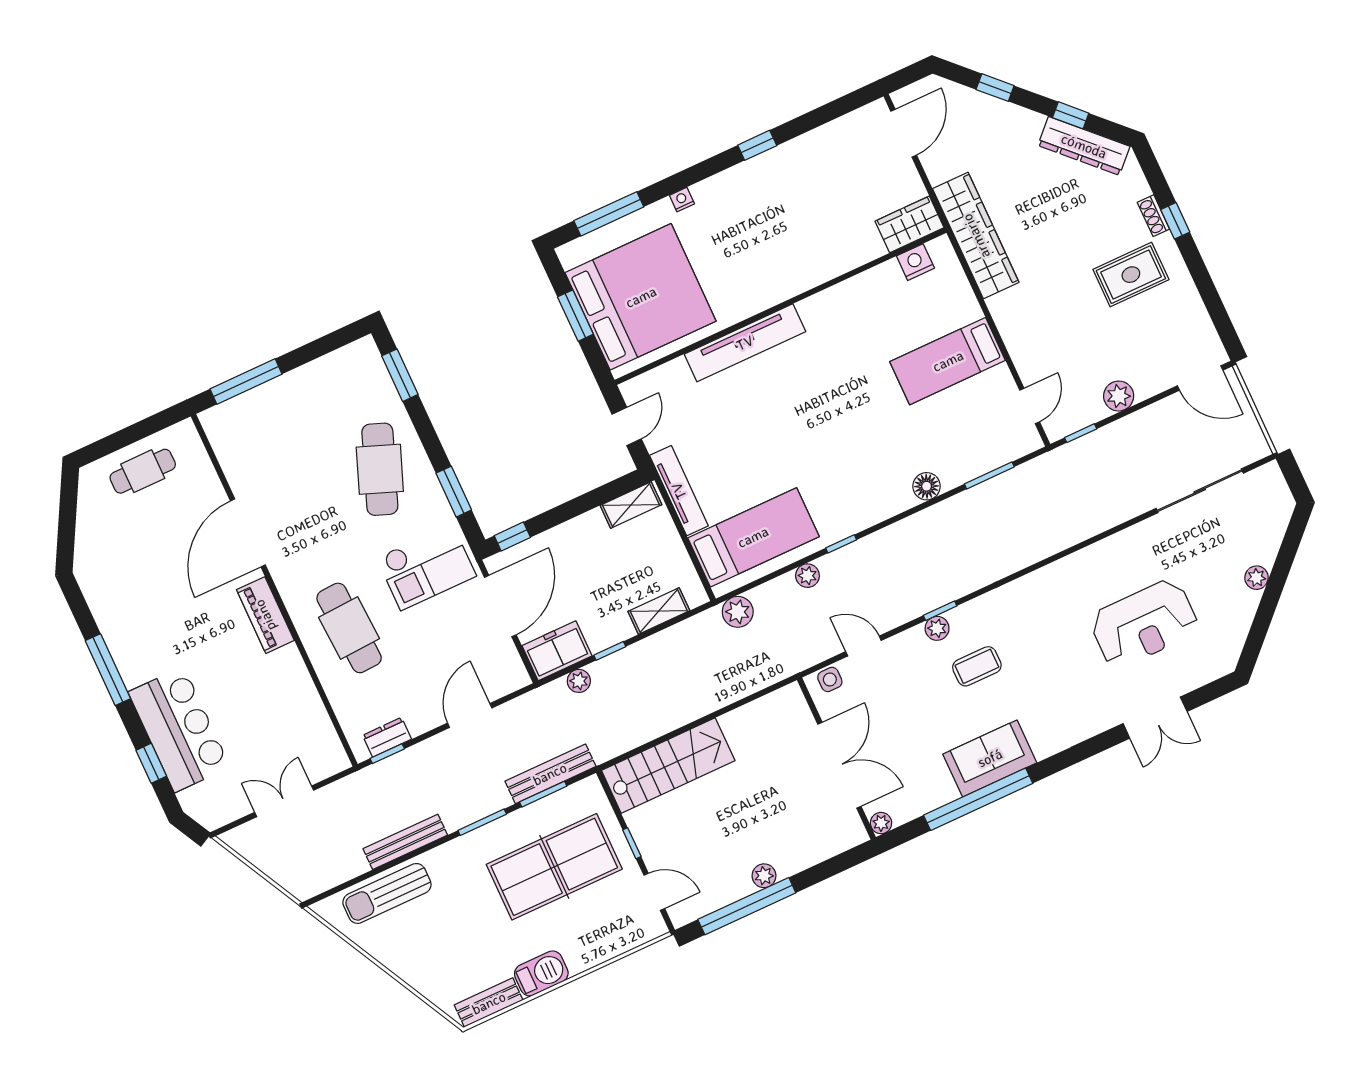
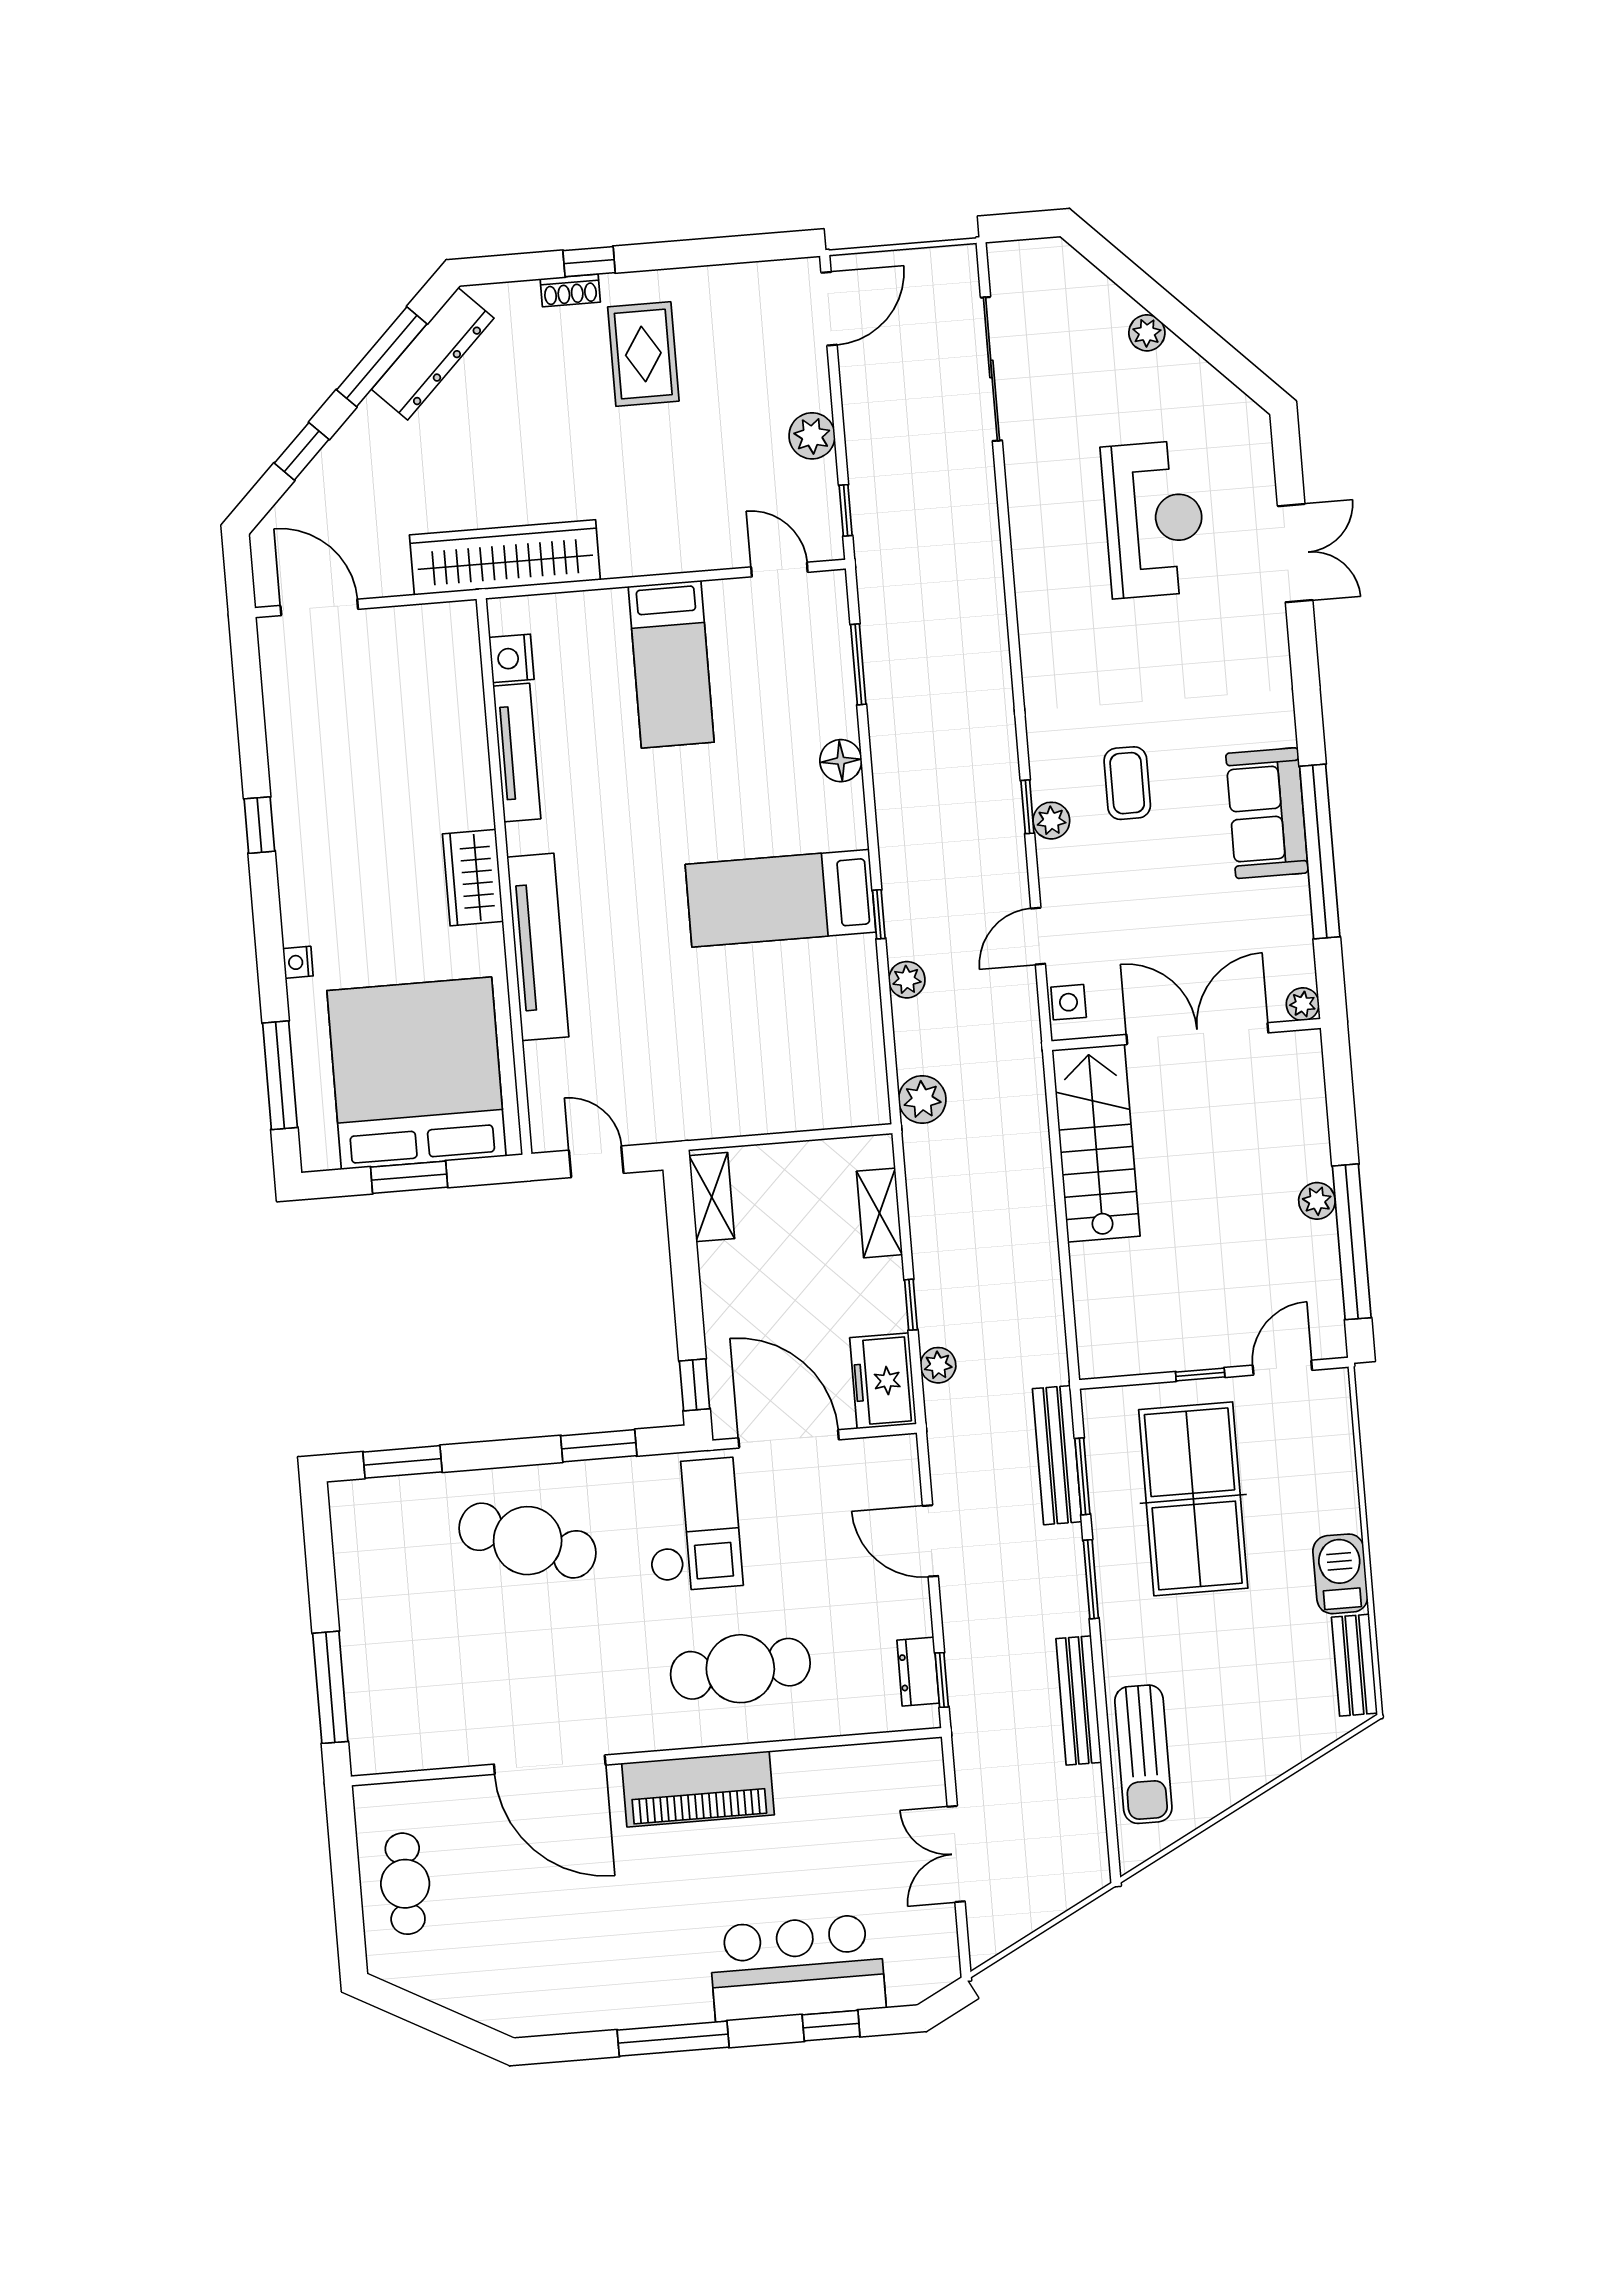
window: (1071, 115) -> (382, 357), width x2.17
wardrobe: (909, 224) -> (473, 878), moved
tv unit: (679, 491) -> (517, 753), moved, turned 90
bed: (753, 537) -> (781, 898), moved, turned -90
piano: (265, 615) -> (698, 1789), width x1.37, depth x1.33
stairs: (668, 766) -> (1096, 1143), moved

